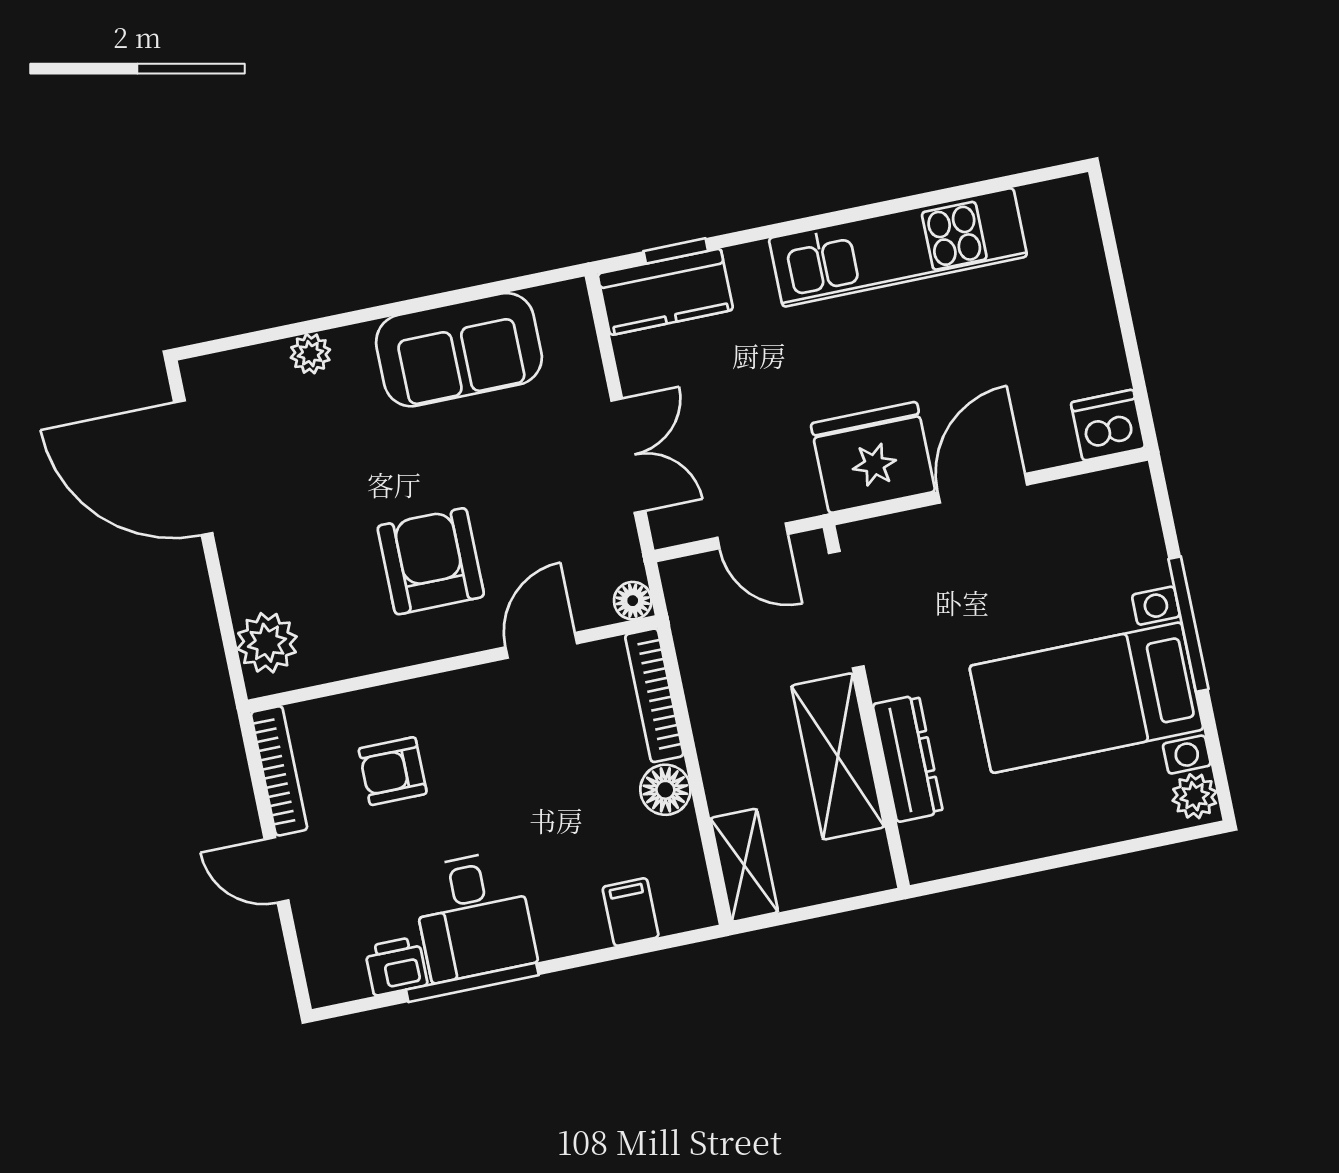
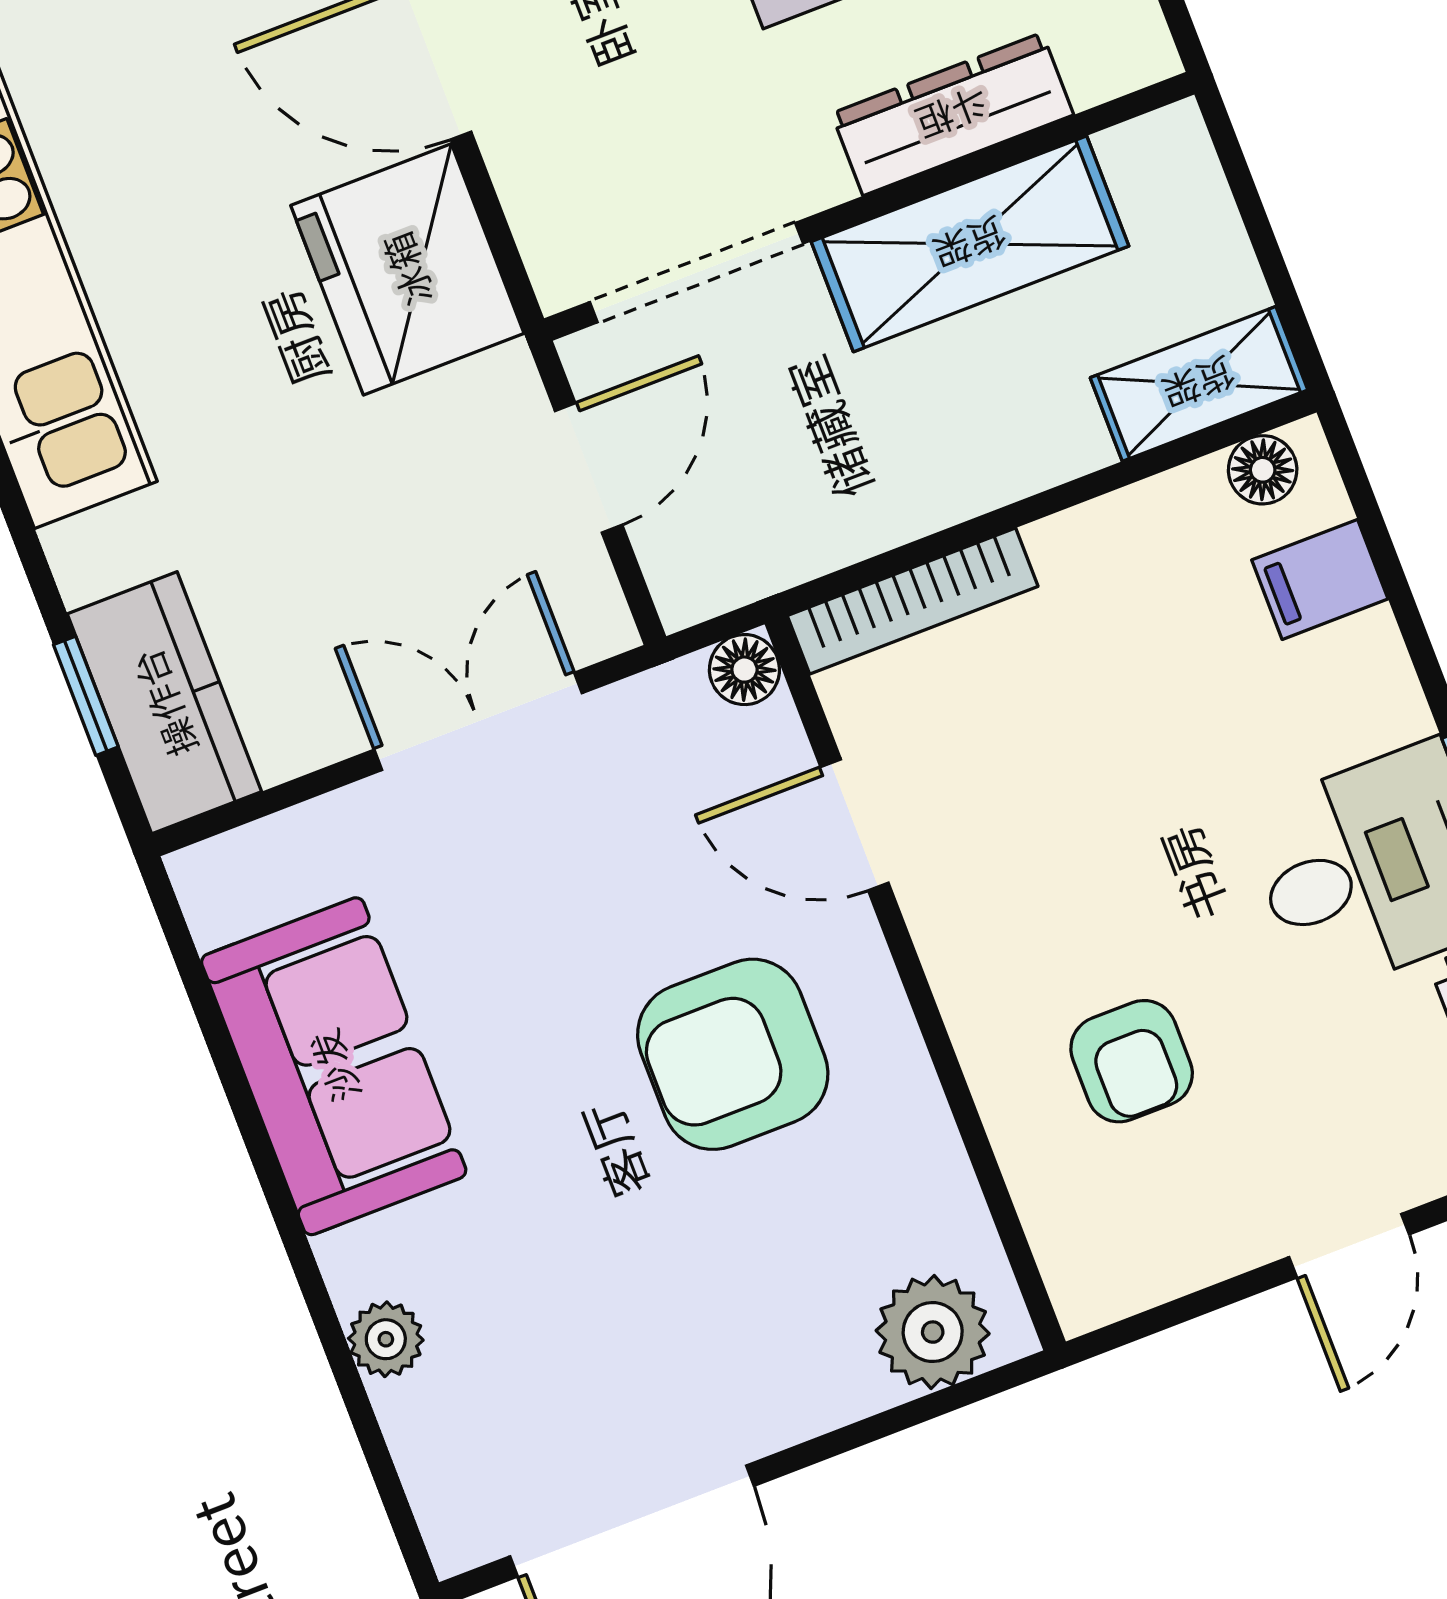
bookcase: (279, 771) -> (1165, 1271), removed
floor lamp: (665, 790) -> (1263, 470), moved, width x0.73, depth x0.73

